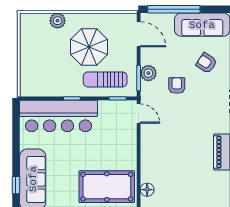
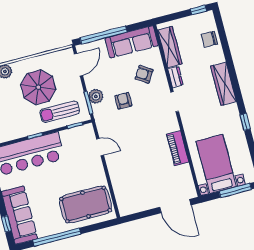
door: (139, 34) -> (78, 65), hinge flipped
door: (139, 114) -> (100, 147), moved
floor lamp: (147, 190) -> (121, 198), removed

